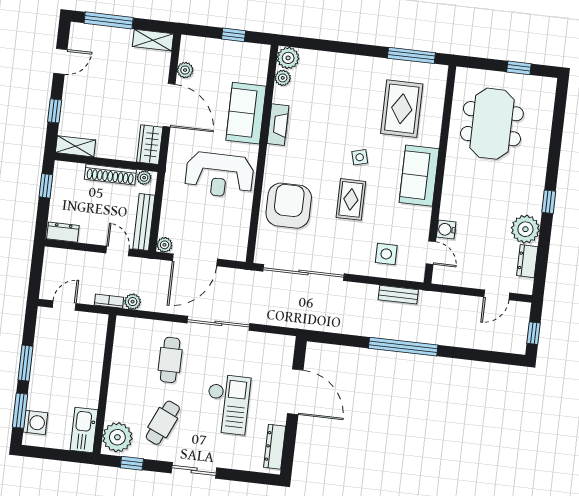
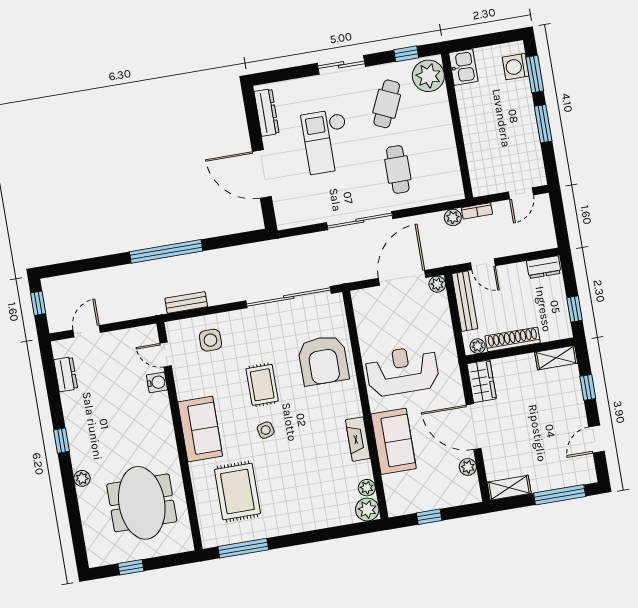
plant: (525, 229) -> (82, 478), moved, width x0.53, depth x0.53
kitchen sink: (84, 430) -> (463, 67), width x0.73

